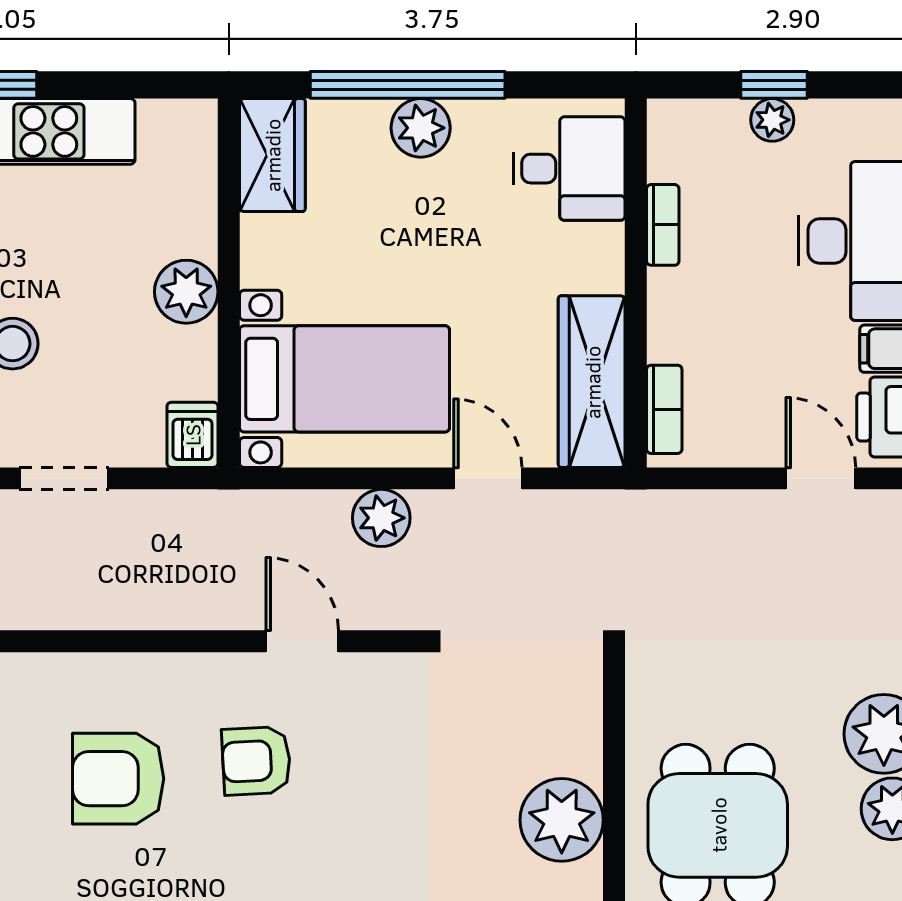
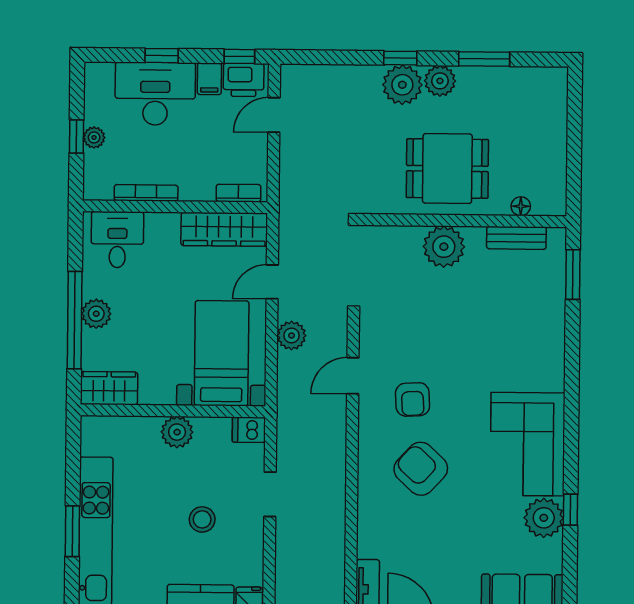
bookcase: (663, 225) -> (146, 193), width x1.56
armchair: (118, 779) -> (421, 469), turned 133

